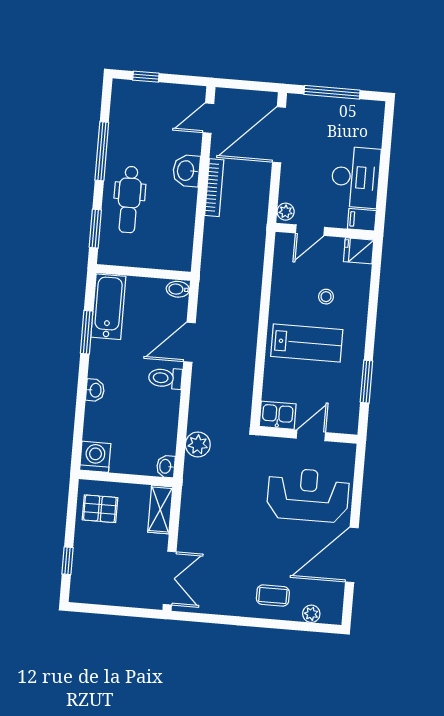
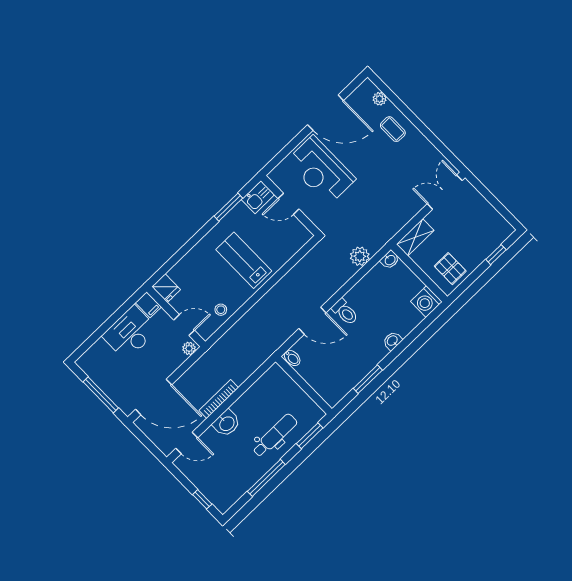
stool: (326, 297) -> (221, 310), moved
bathtub: (108, 307) -> (342, 383), removed
kitchen sink: (278, 415) -> (258, 197), moved, turned -90

